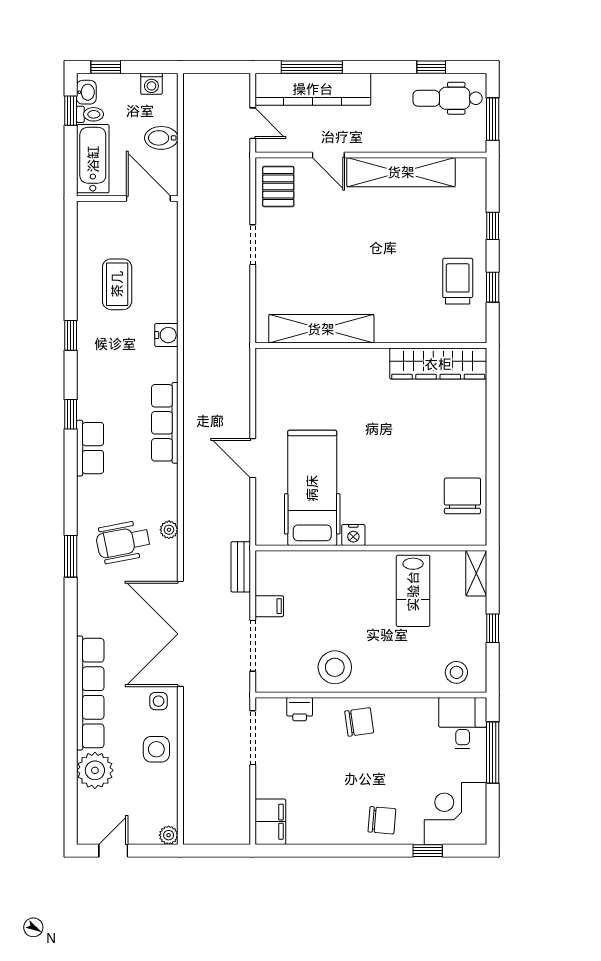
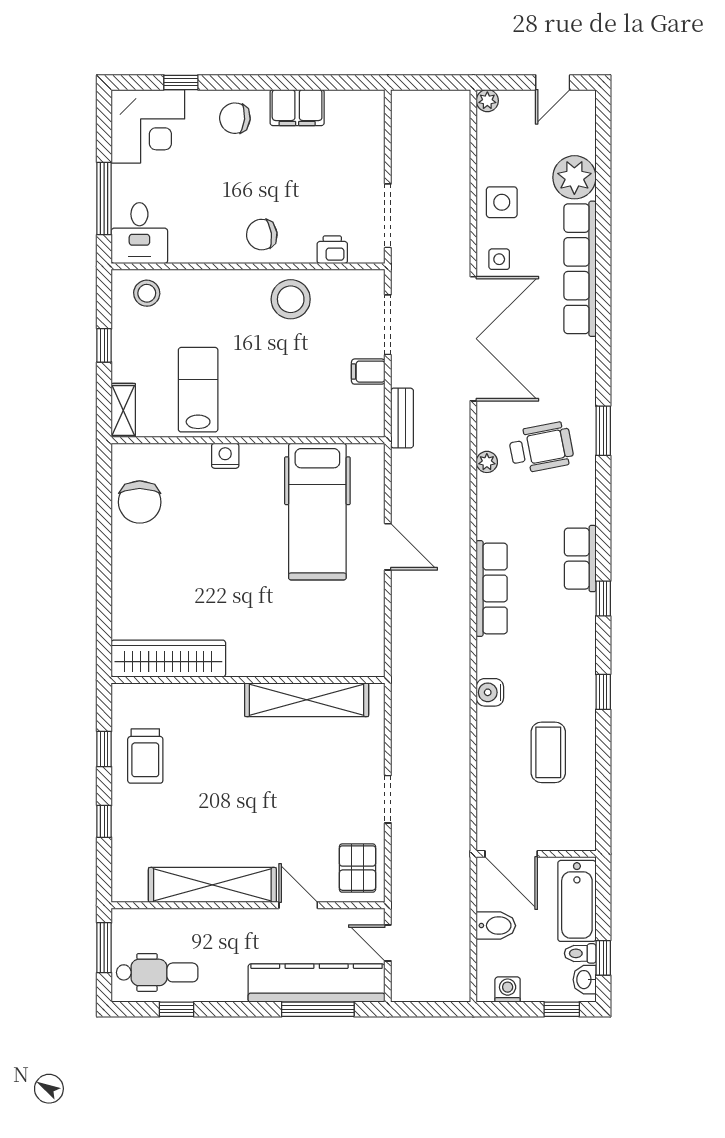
nightstand: (353, 535) -> (225, 456), moved
filing cabinet: (270, 822) -> (297, 108), moved, turned -90

